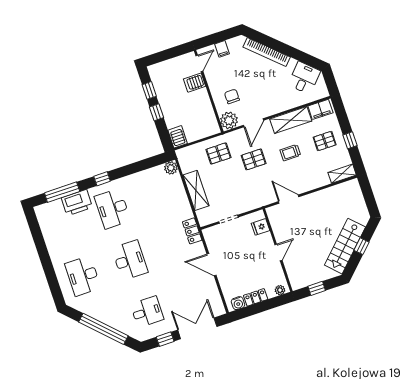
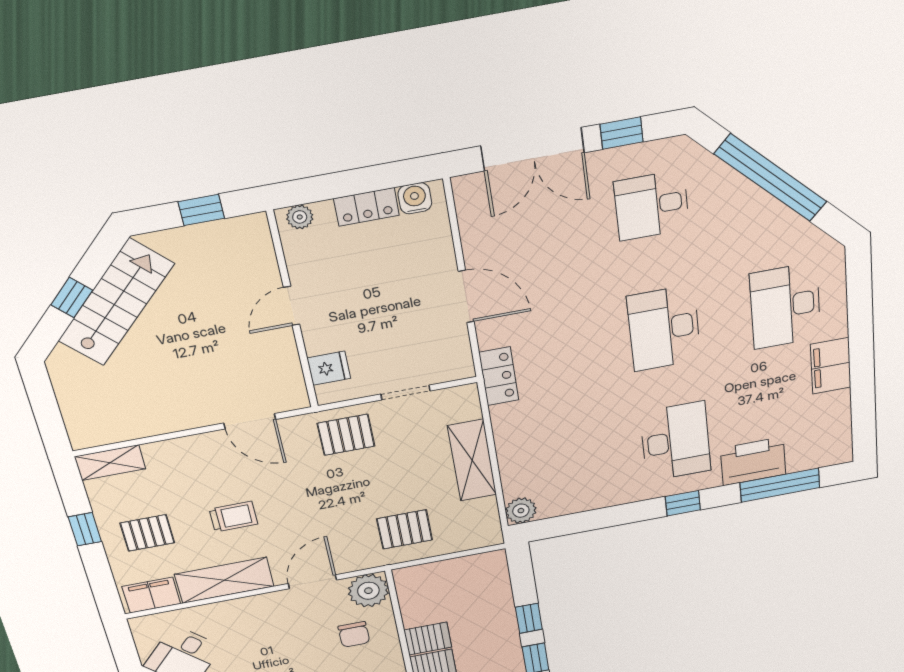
server rack: (178, 137) -> (428, 639), moved, turned -90
pallet: (254, 159) -> (346, 435), moved
filing cabinet: (56, 251) -> (831, 366), added
desk: (83, 276) -> (785, 306), turned 180

